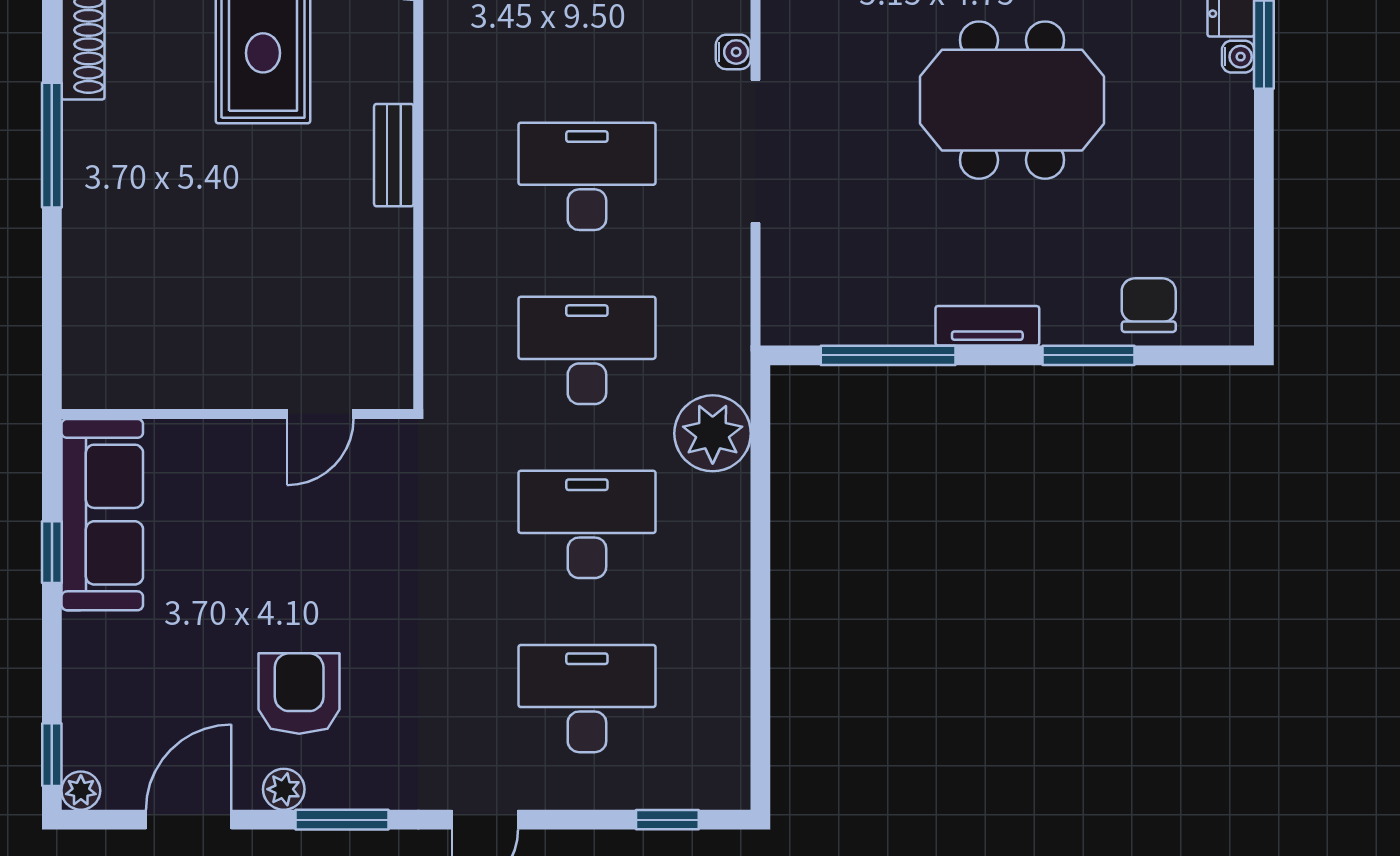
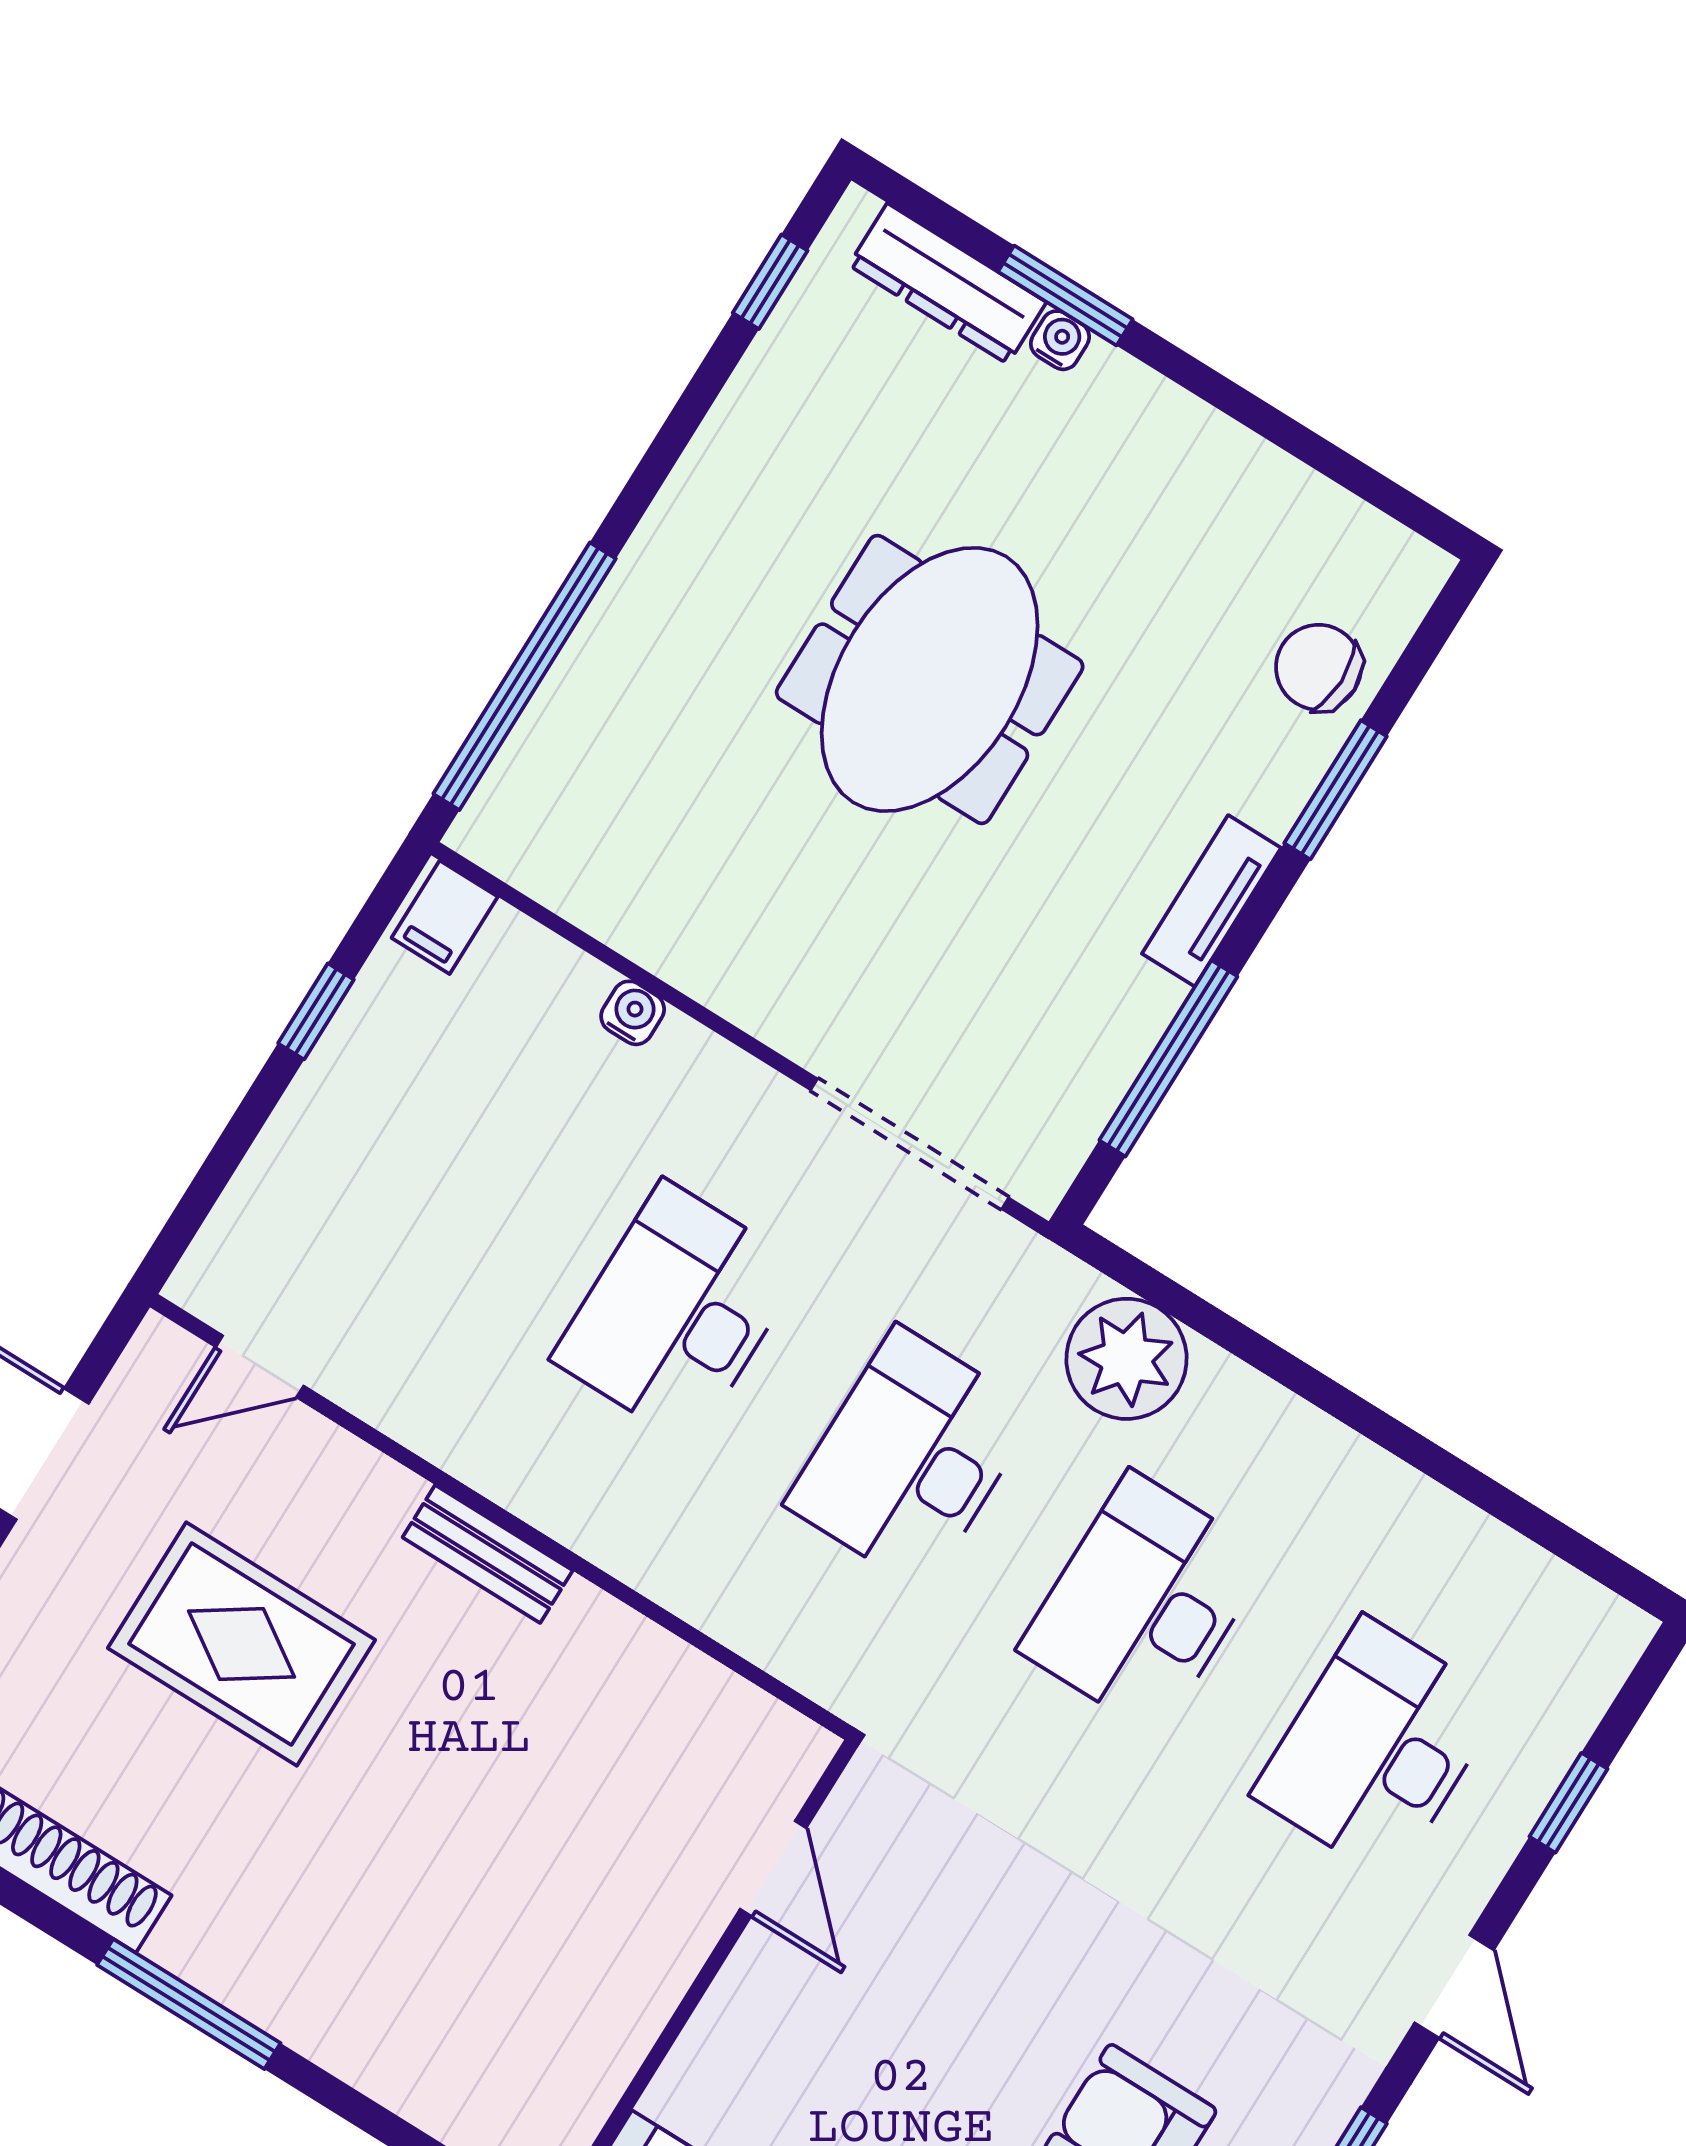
doorway: (756, 152) -> (910, 1144), moved
window: (667, 820) -> (1568, 1803), moved

